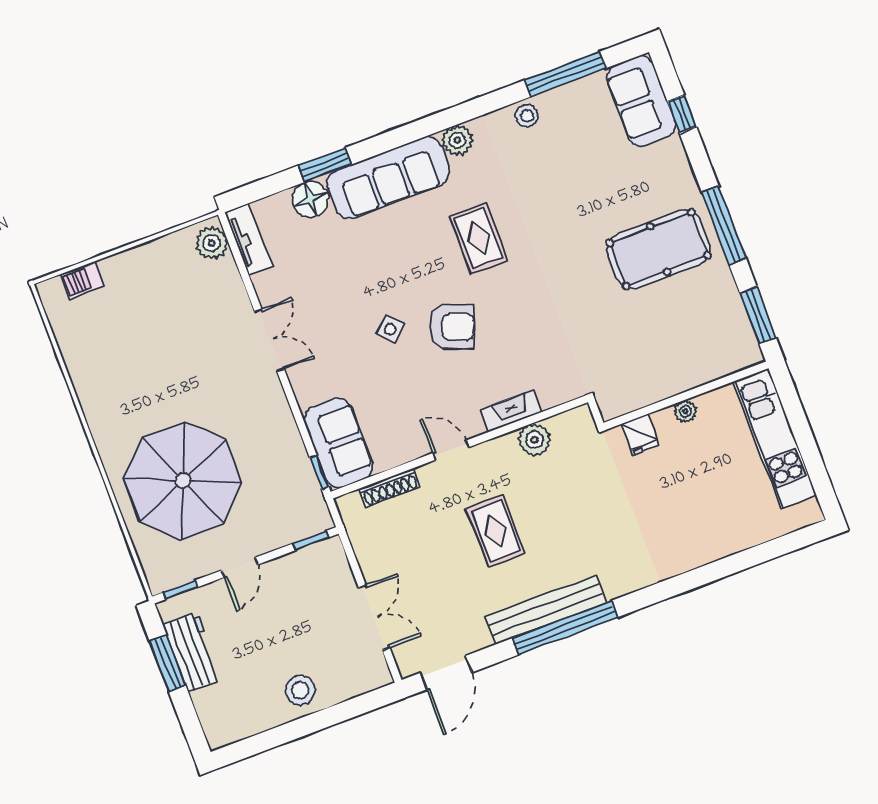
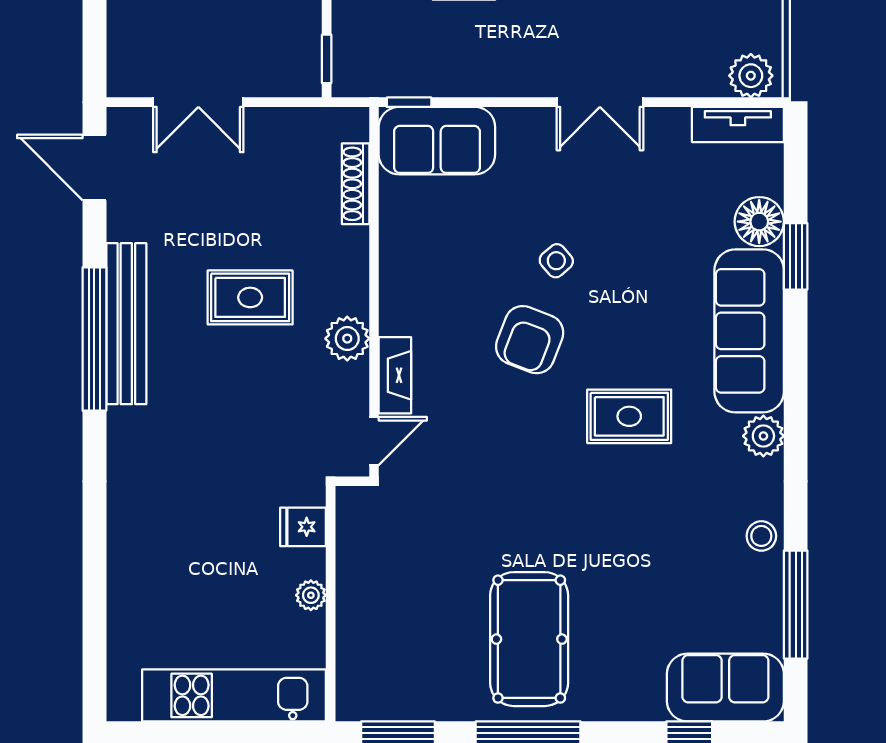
plant: (534, 440) -> (347, 339), moved
door: (451, 450) -> (374, 441), moved

